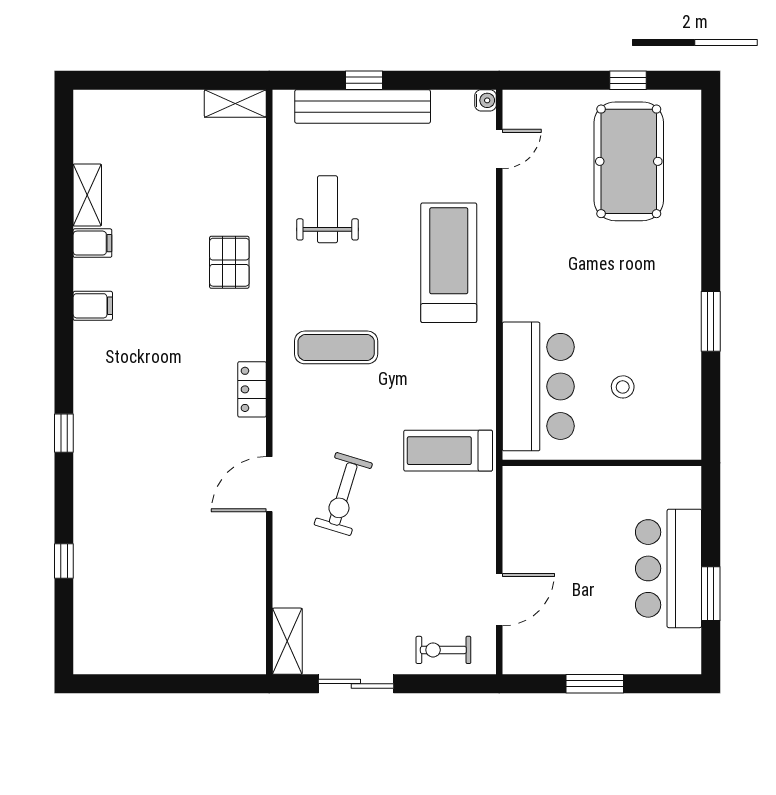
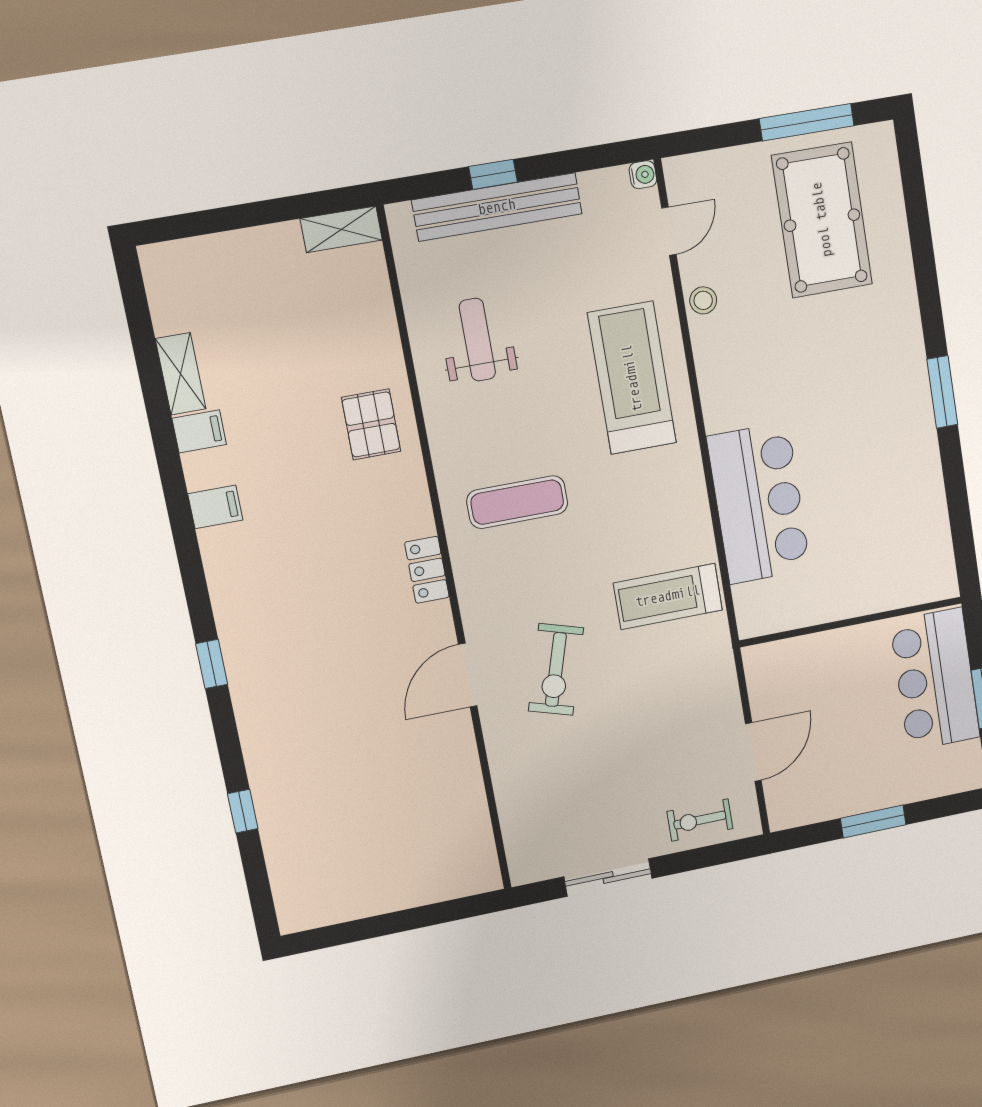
window: (628, 80) -> (807, 122), width x2.17
stool: (623, 387) -> (703, 300), moved
wall: (602, 463) -> (851, 622), moved
shelving: (287, 641) -> (522, 847), removed

